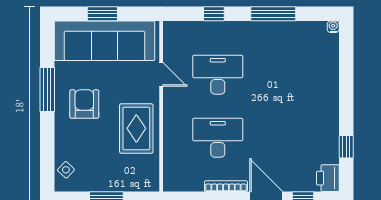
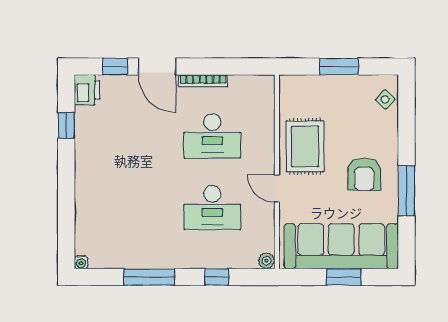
plant: (170, 28) -> (266, 261), added
door: (161, 74) -> (277, 188), moved

